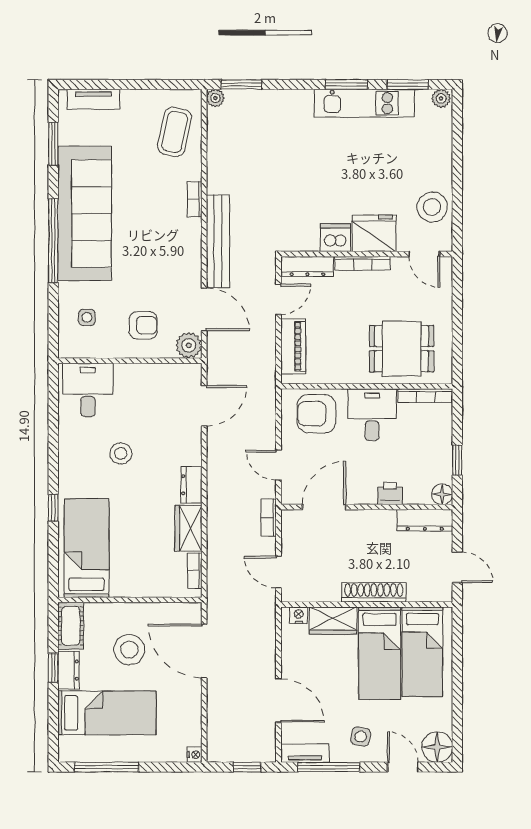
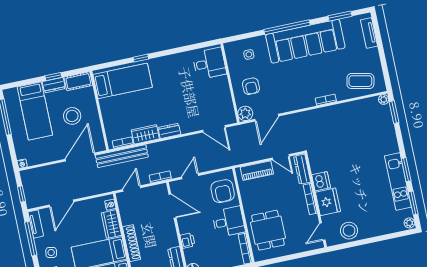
bench: (218, 241) -> (122, 156), moved
armchair: (316, 414) -> (223, 191), turned 180
stool: (121, 453) -> (178, 89), removed

